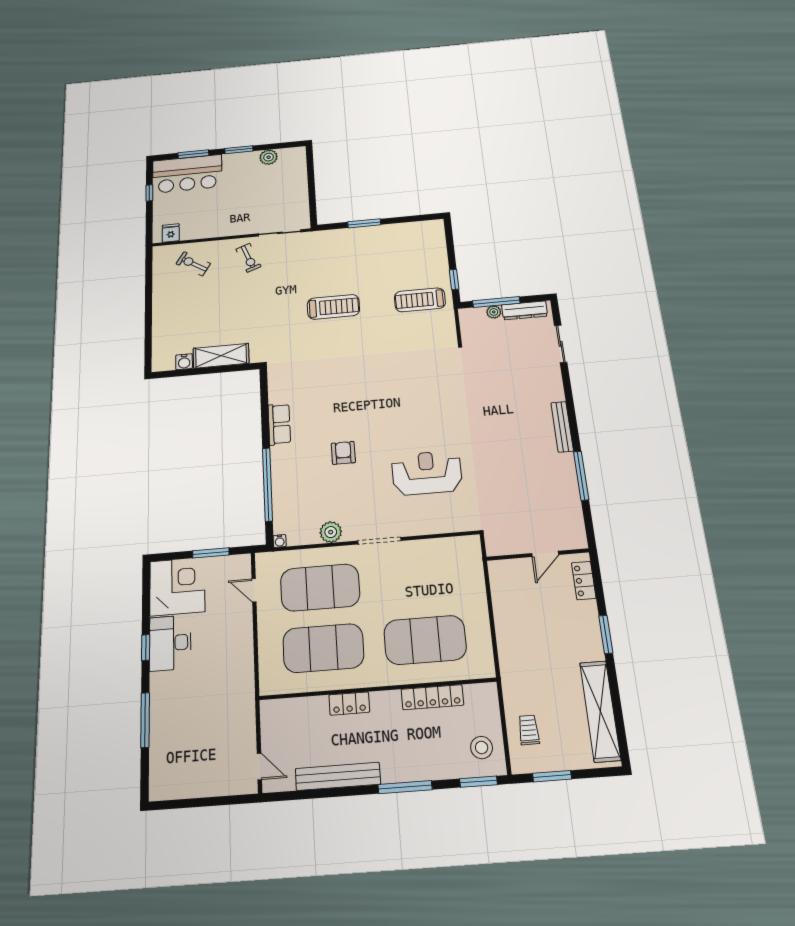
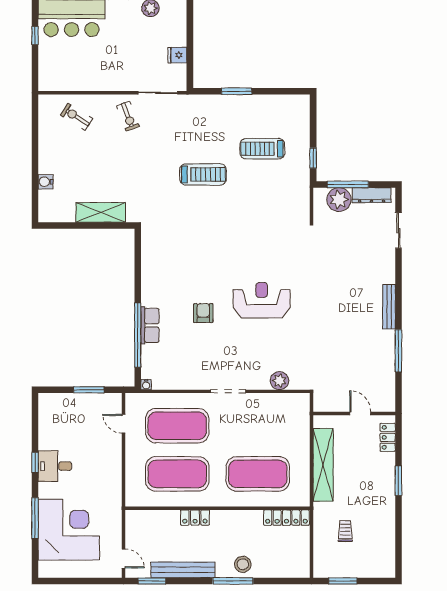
fridge: (171, 233) -> (177, 55), moved, turned -90
treadmill: (420, 300) -> (262, 149), moved
plant: (494, 312) -> (339, 200), width x1.87, depth x1.87
water cooler: (184, 362) -> (45, 182), moved, turned 90
row of seats: (279, 424) -> (150, 325), moved
reception desk: (427, 473) -> (262, 300), moved
plant: (331, 532) -> (279, 381), moved
door: (545, 554) -> (360, 413), swing flipped
corner desk: (177, 587) -> (69, 530), moved, width x1.36, depth x1.36
desk: (170, 643) -> (55, 466), width x0.73
locker: (432, 697) -> (286, 518), moved
shelving: (600, 711) -> (323, 465), moved
trolley: (529, 730) -> (345, 531), moved
stool: (482, 748) -> (243, 564), moved
window: (478, 782) -> (152, 581), moved

